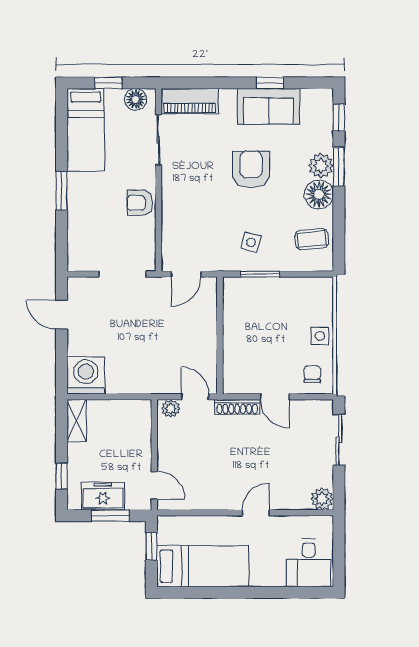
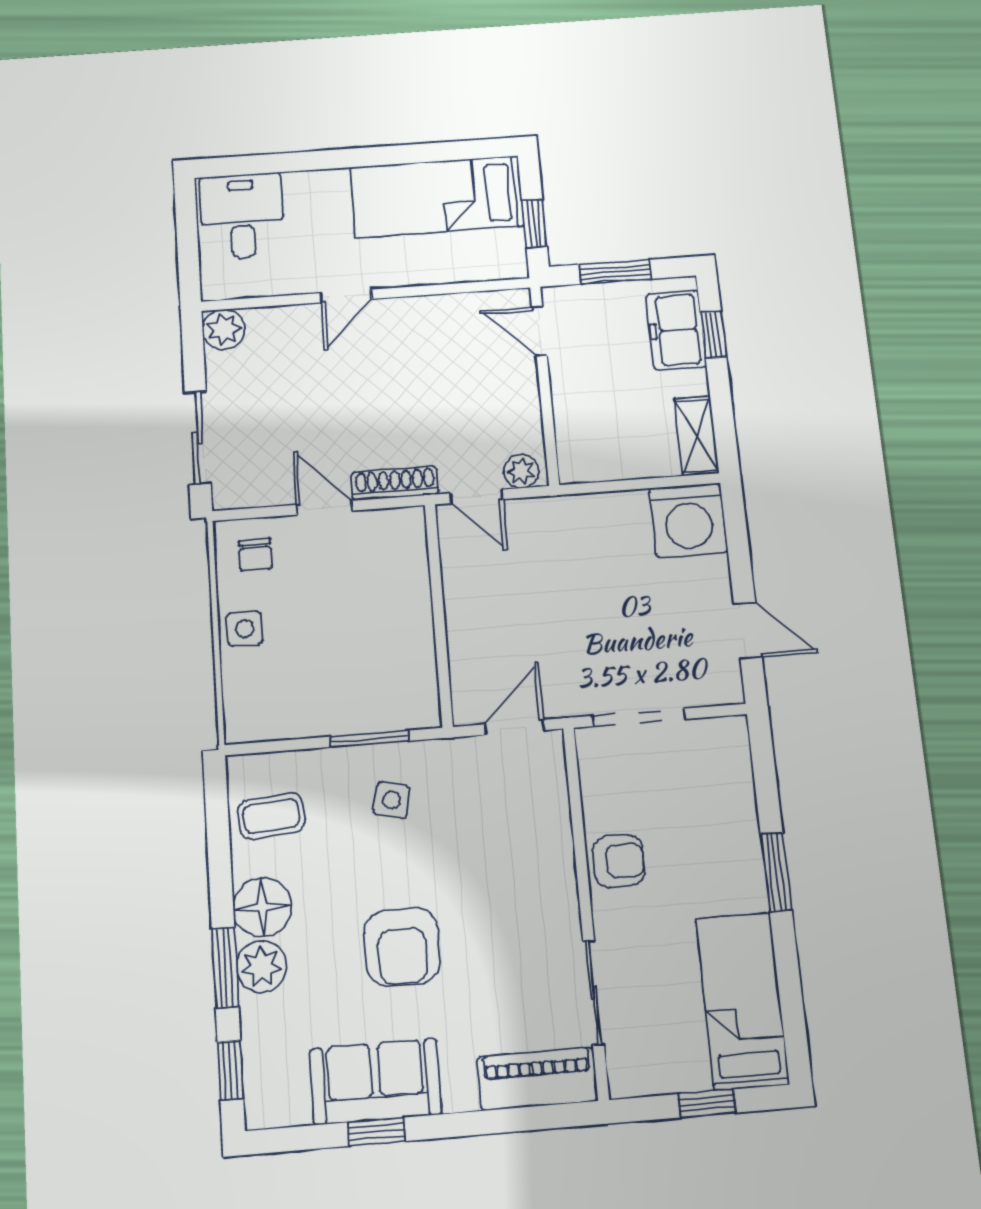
floor lamp: (136, 99) -> (648, 1073), removed
freezer: (103, 496) -> (676, 330), moved, turned 90

